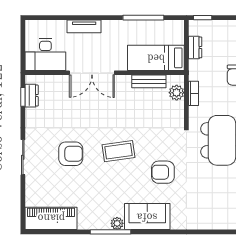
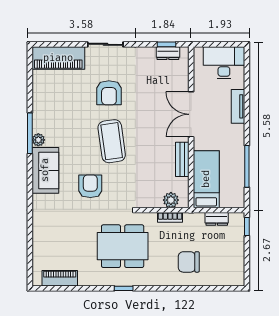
desk: (45, 55) -> (224, 63), moved, turned 90
bench: (149, 81) -> (182, 159), moved
coffee table: (118, 151) -> (112, 141), width x1.36, depth x1.32
piano: (51, 218) -> (58, 58), moved, turned 90

